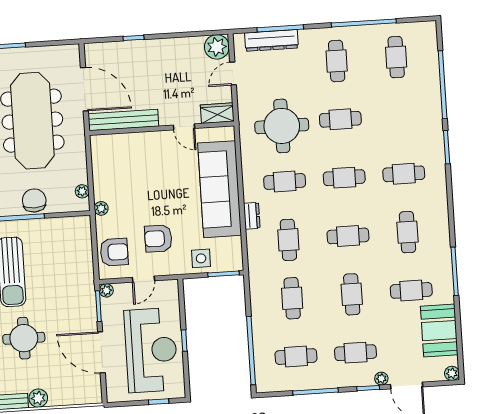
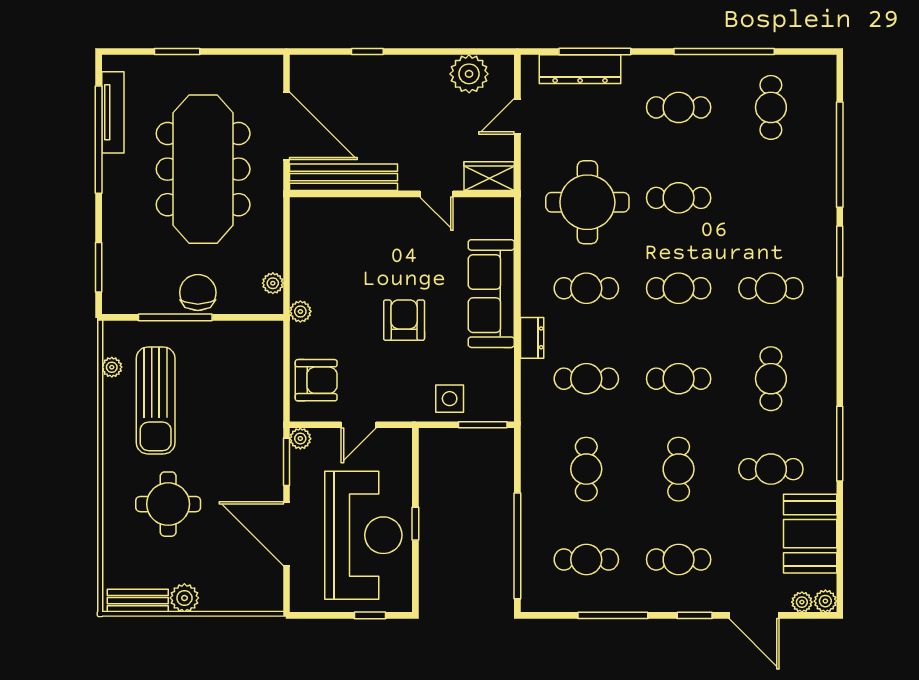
plant: (217, 47) -> (469, 74), moved
cafe table: (337, 61) -> (679, 107), turned 90
sofa: (220, 189) -> (491, 294), width x0.74, depth x0.79
armchair: (158, 238) -> (404, 320), moved, turned 90
cafe table: (288, 240) -> (586, 379), turned 90
plant: (381, 379) -> (802, 602), moved

